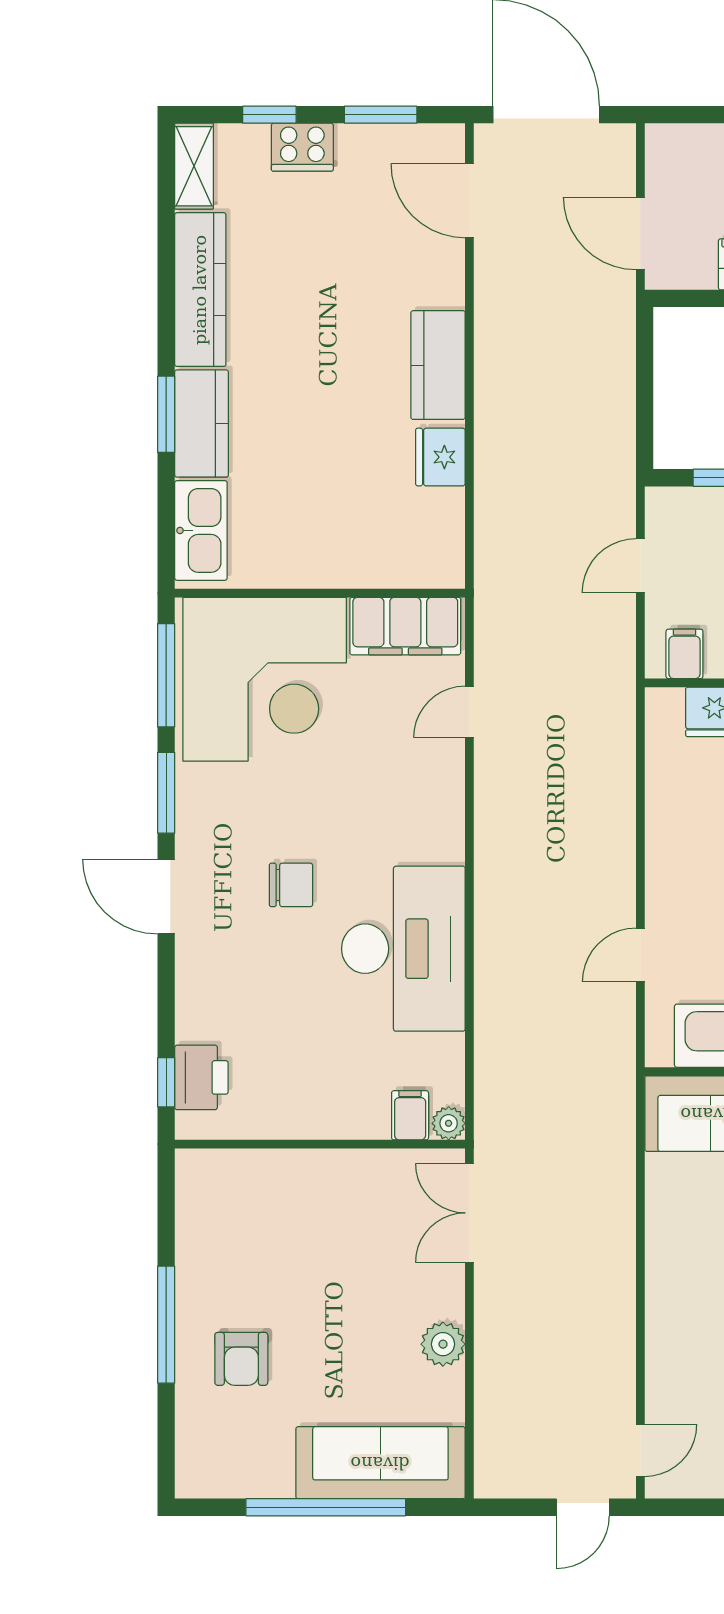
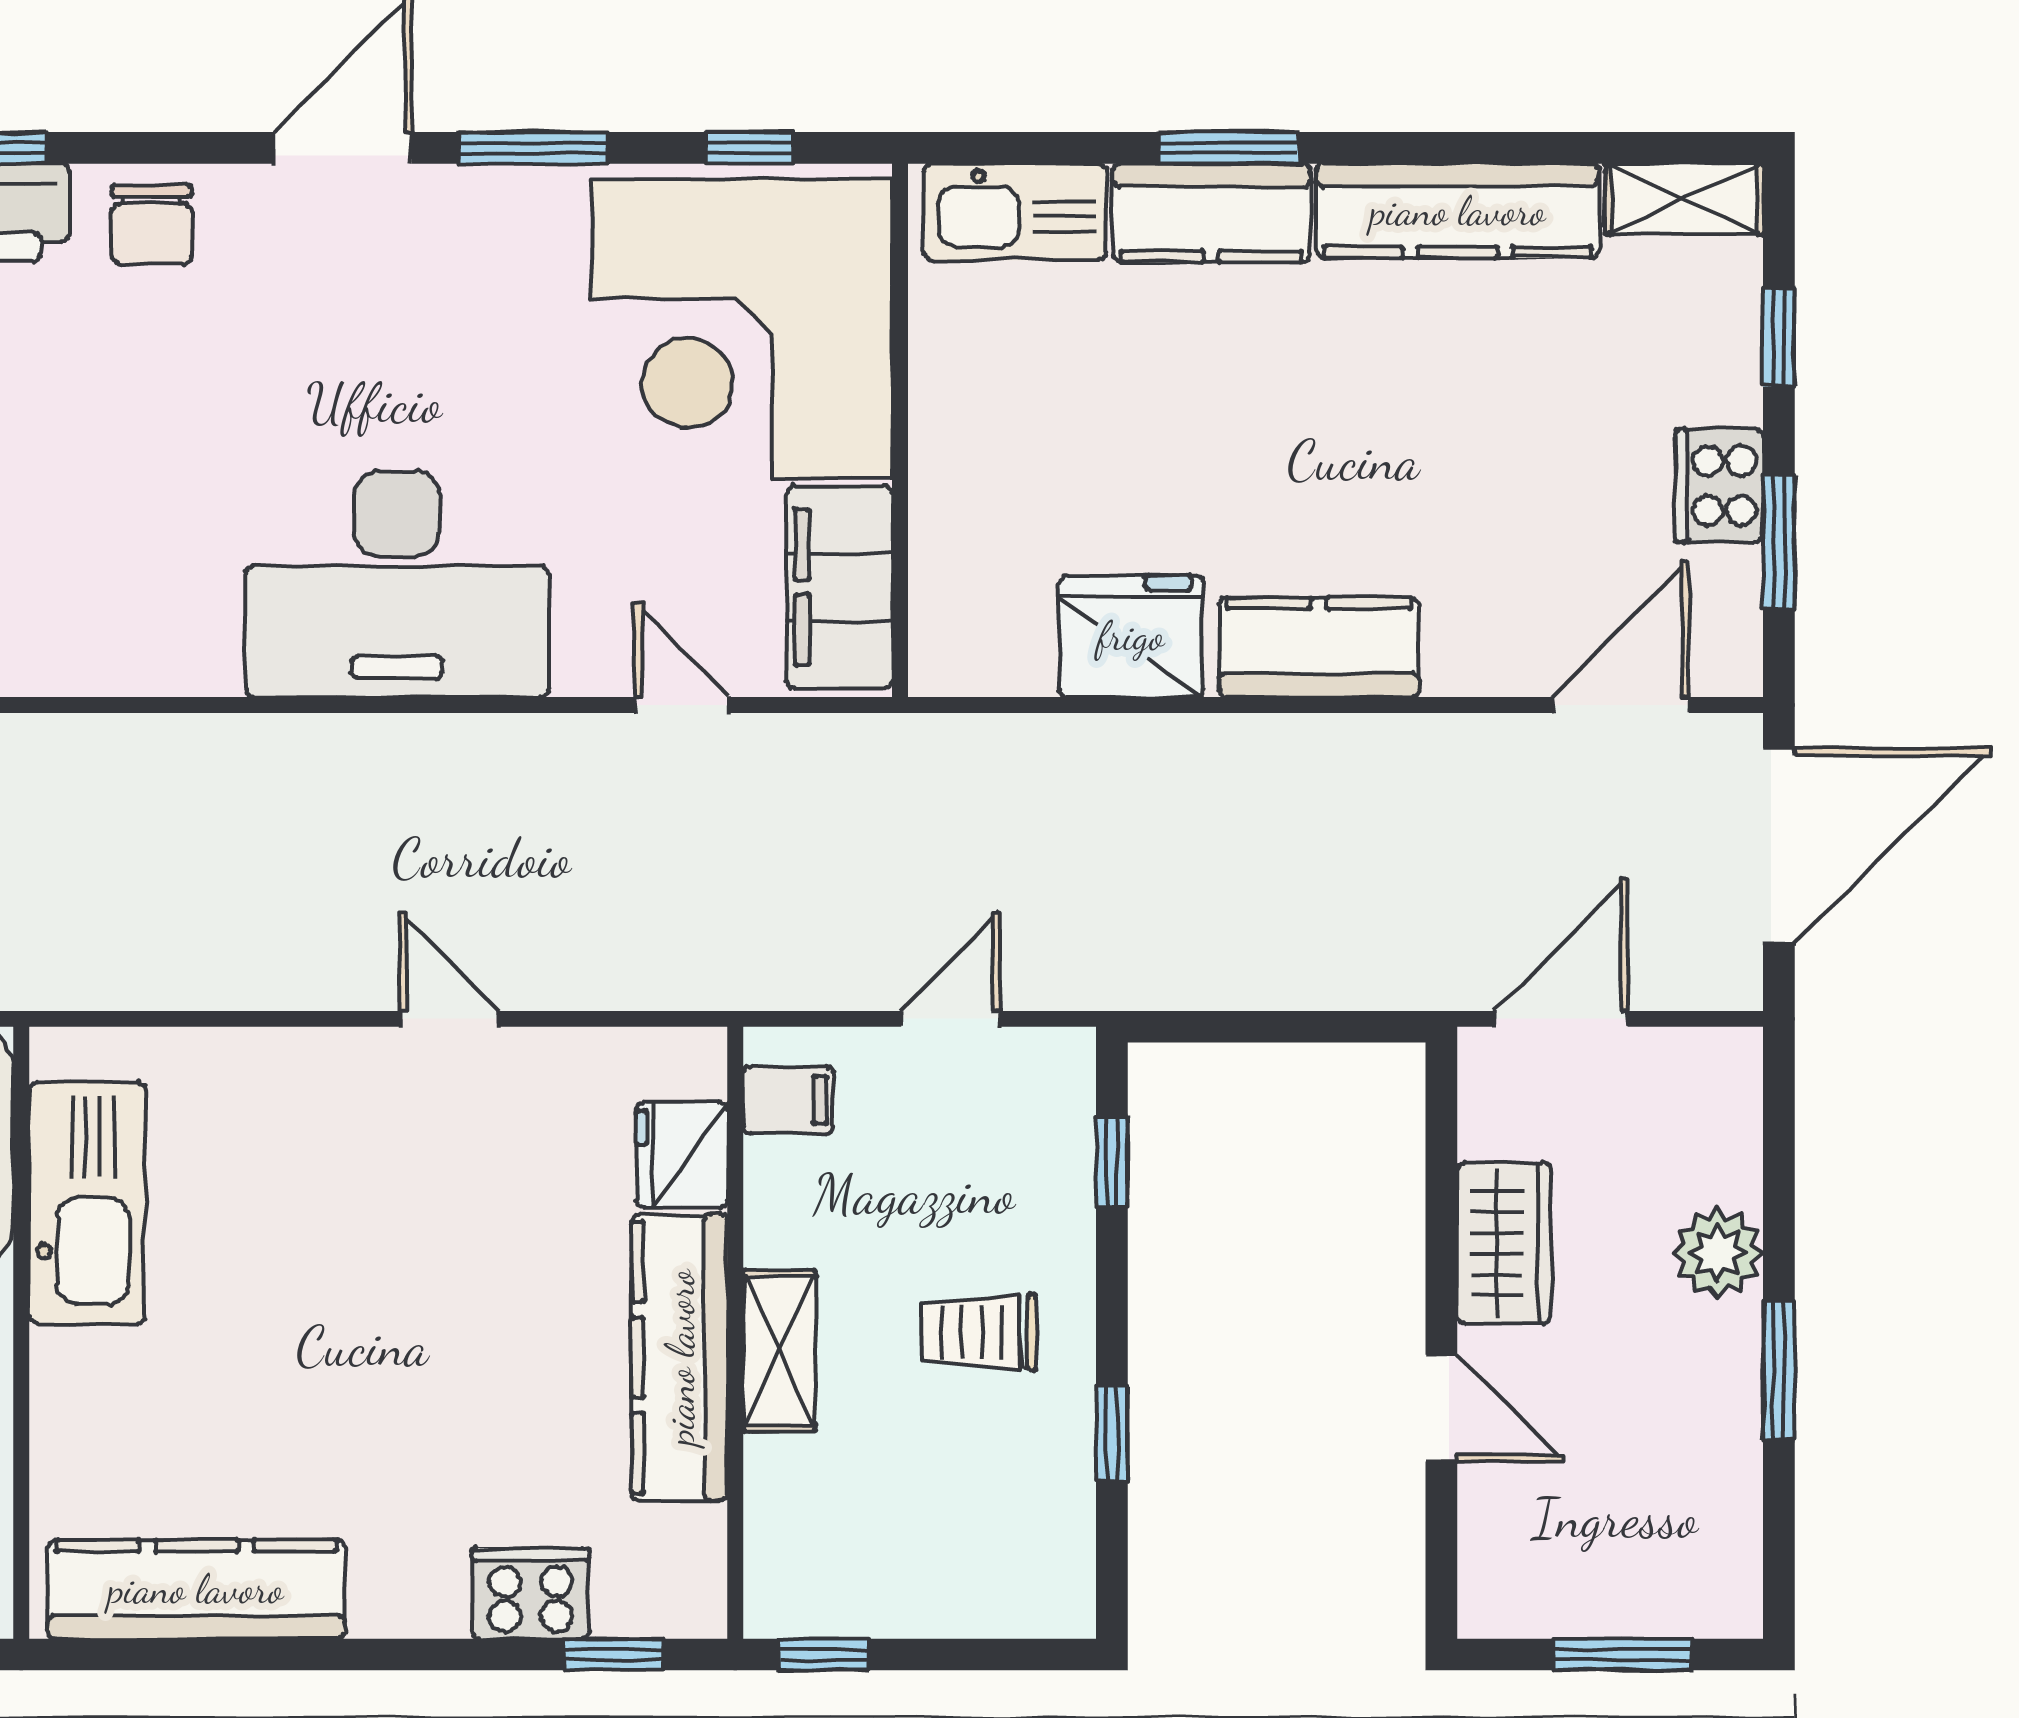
cooker: (302, 147) -> (1719, 486), moved
fridge: (440, 457) -> (1131, 636), width x1.36, depth x1.34
door: (640, 566) -> (951, 1019), hinge flipped
window: (166, 675) -> (749, 148), width x0.46
chair: (291, 885) -> (151, 224), moved
desk: (403, 949) -> (397, 584), moved
door: (640, 955) -> (449, 1019), moved

